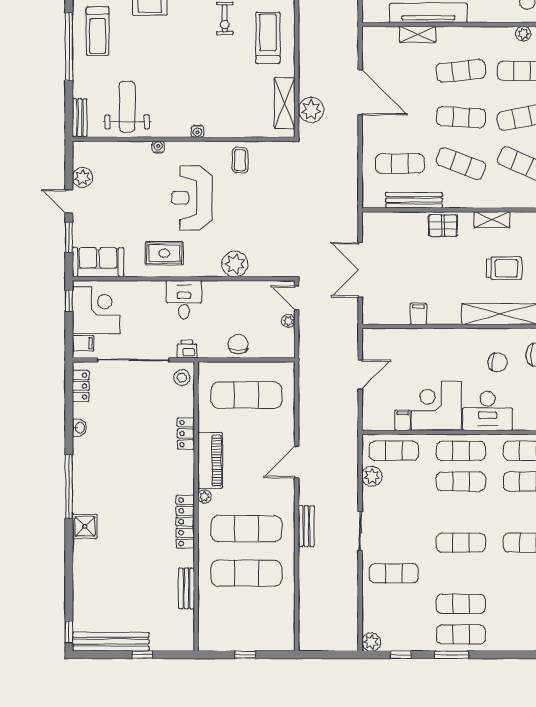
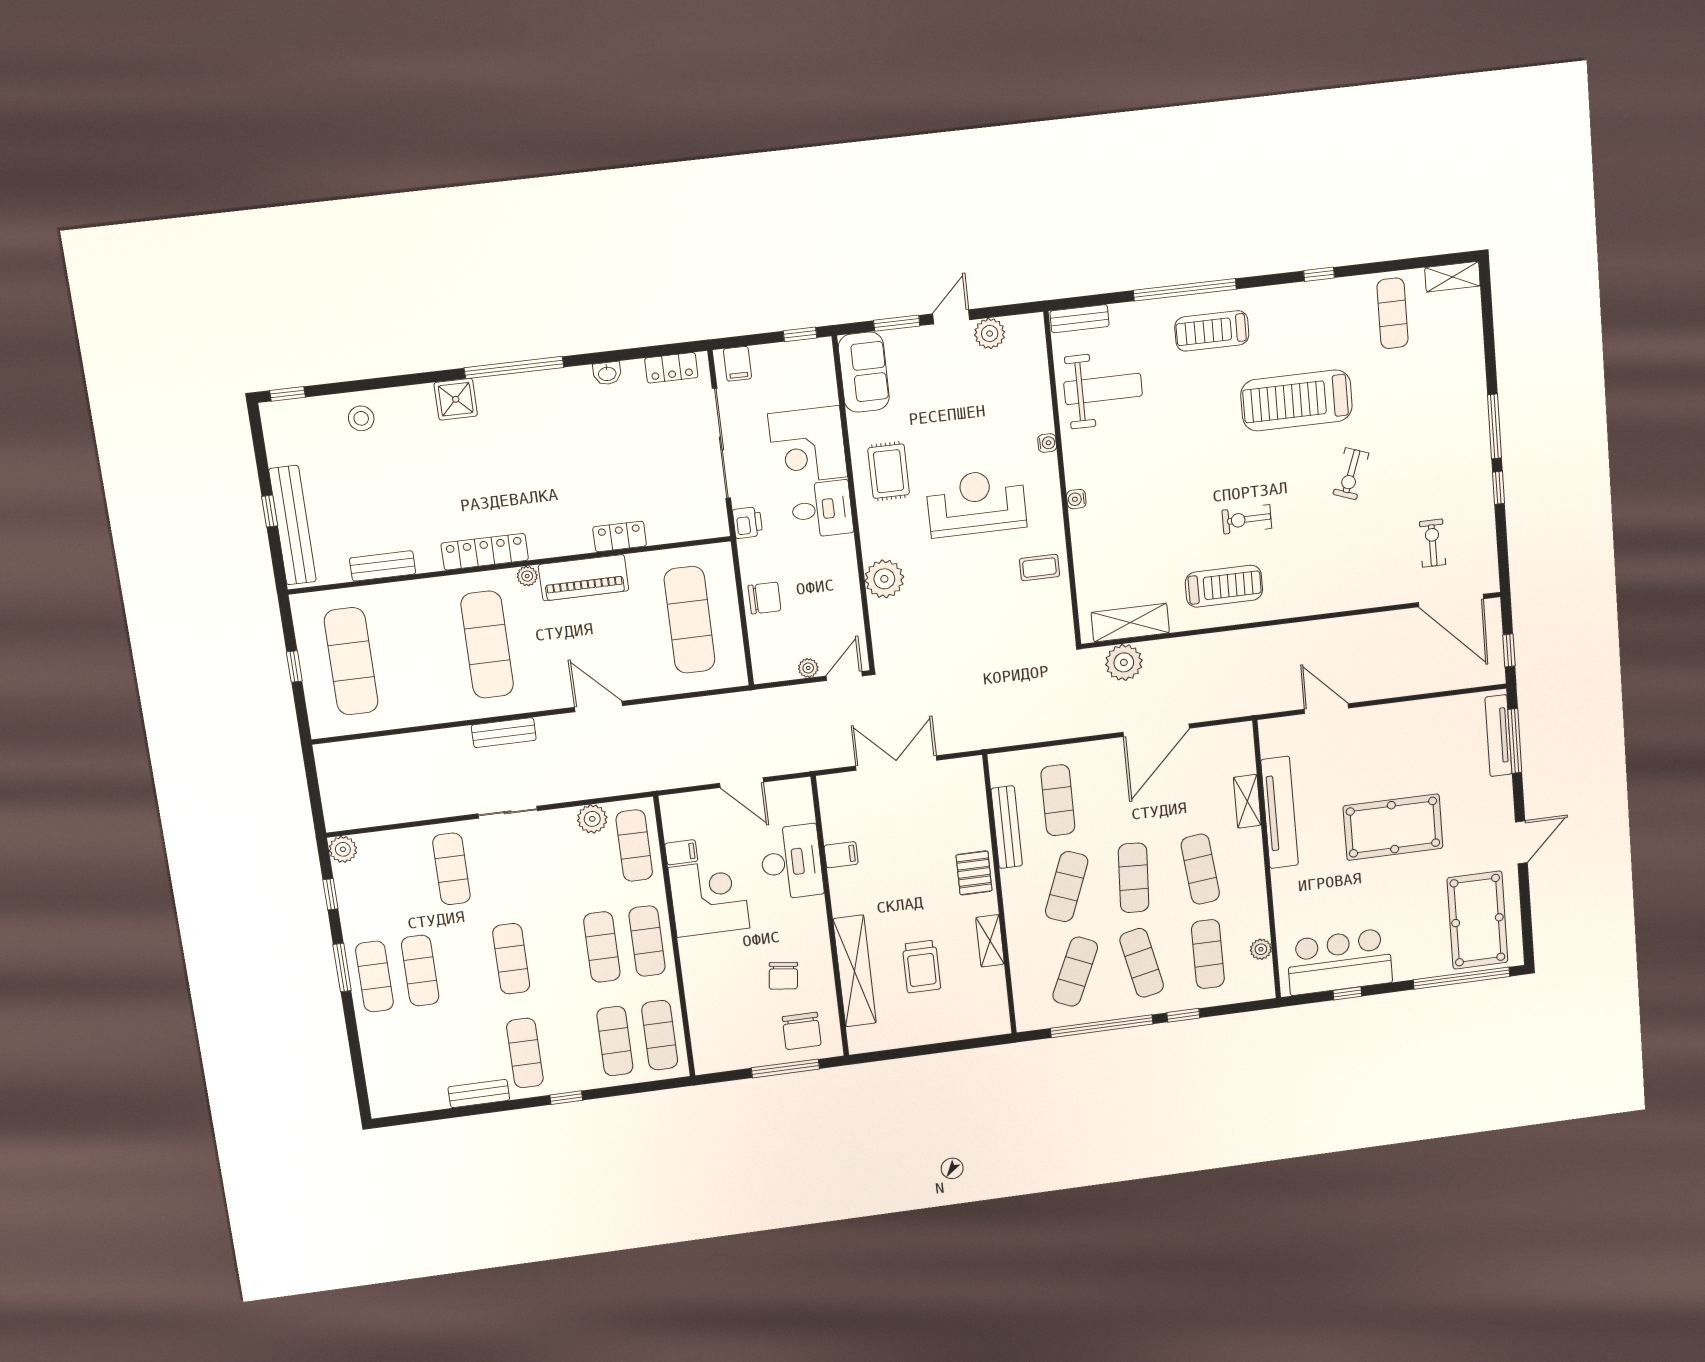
corner desk: (96, 310) -> (808, 445), moved, turned 90
stool: (182, 378) -> (361, 418), moved
desk: (488, 411) -> (791, 862), moved, turned 180
exercise mat: (246, 573) -> (351, 661), moved
bench: (111, 642) -> (292, 525), moved

